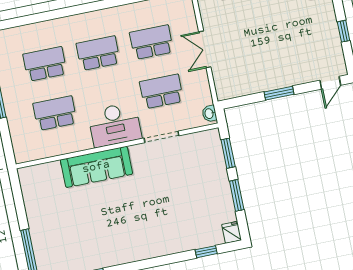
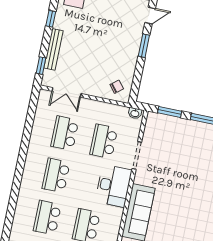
double door: (205, 49) -> (67, 92), moved
chair: (231, 79) -> (117, 87), added
door: (330, 83) -> (150, 16), hinge flipped
window: (279, 93) -> (144, 46), moved

